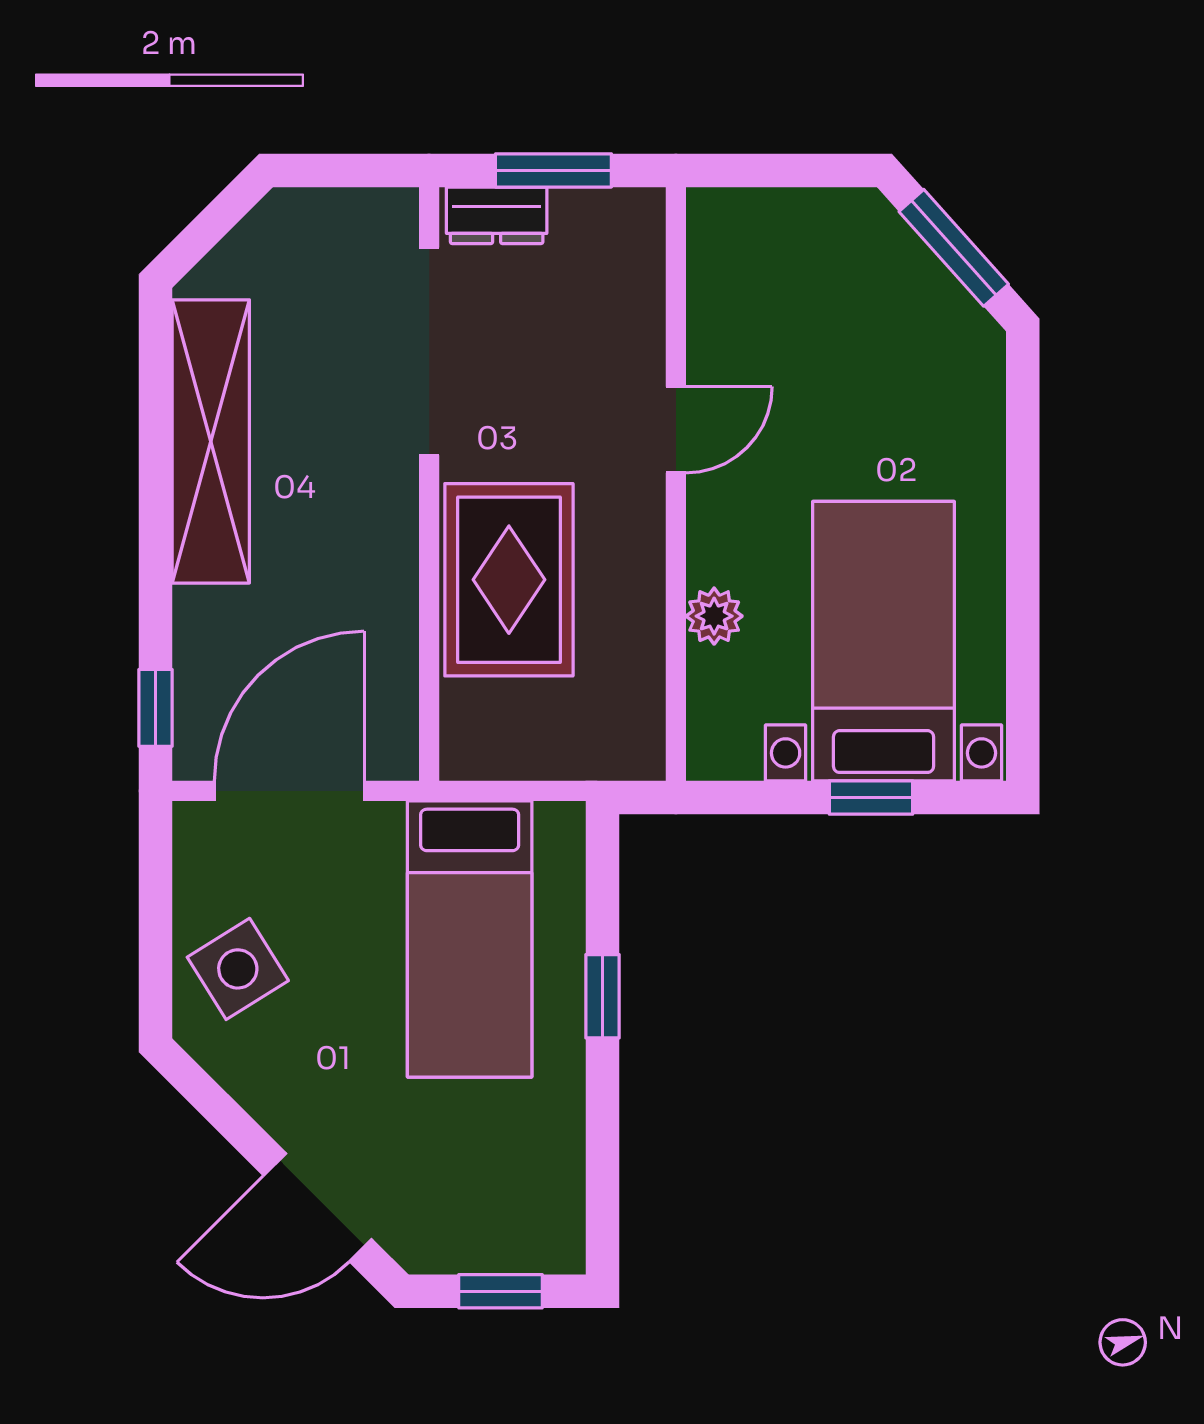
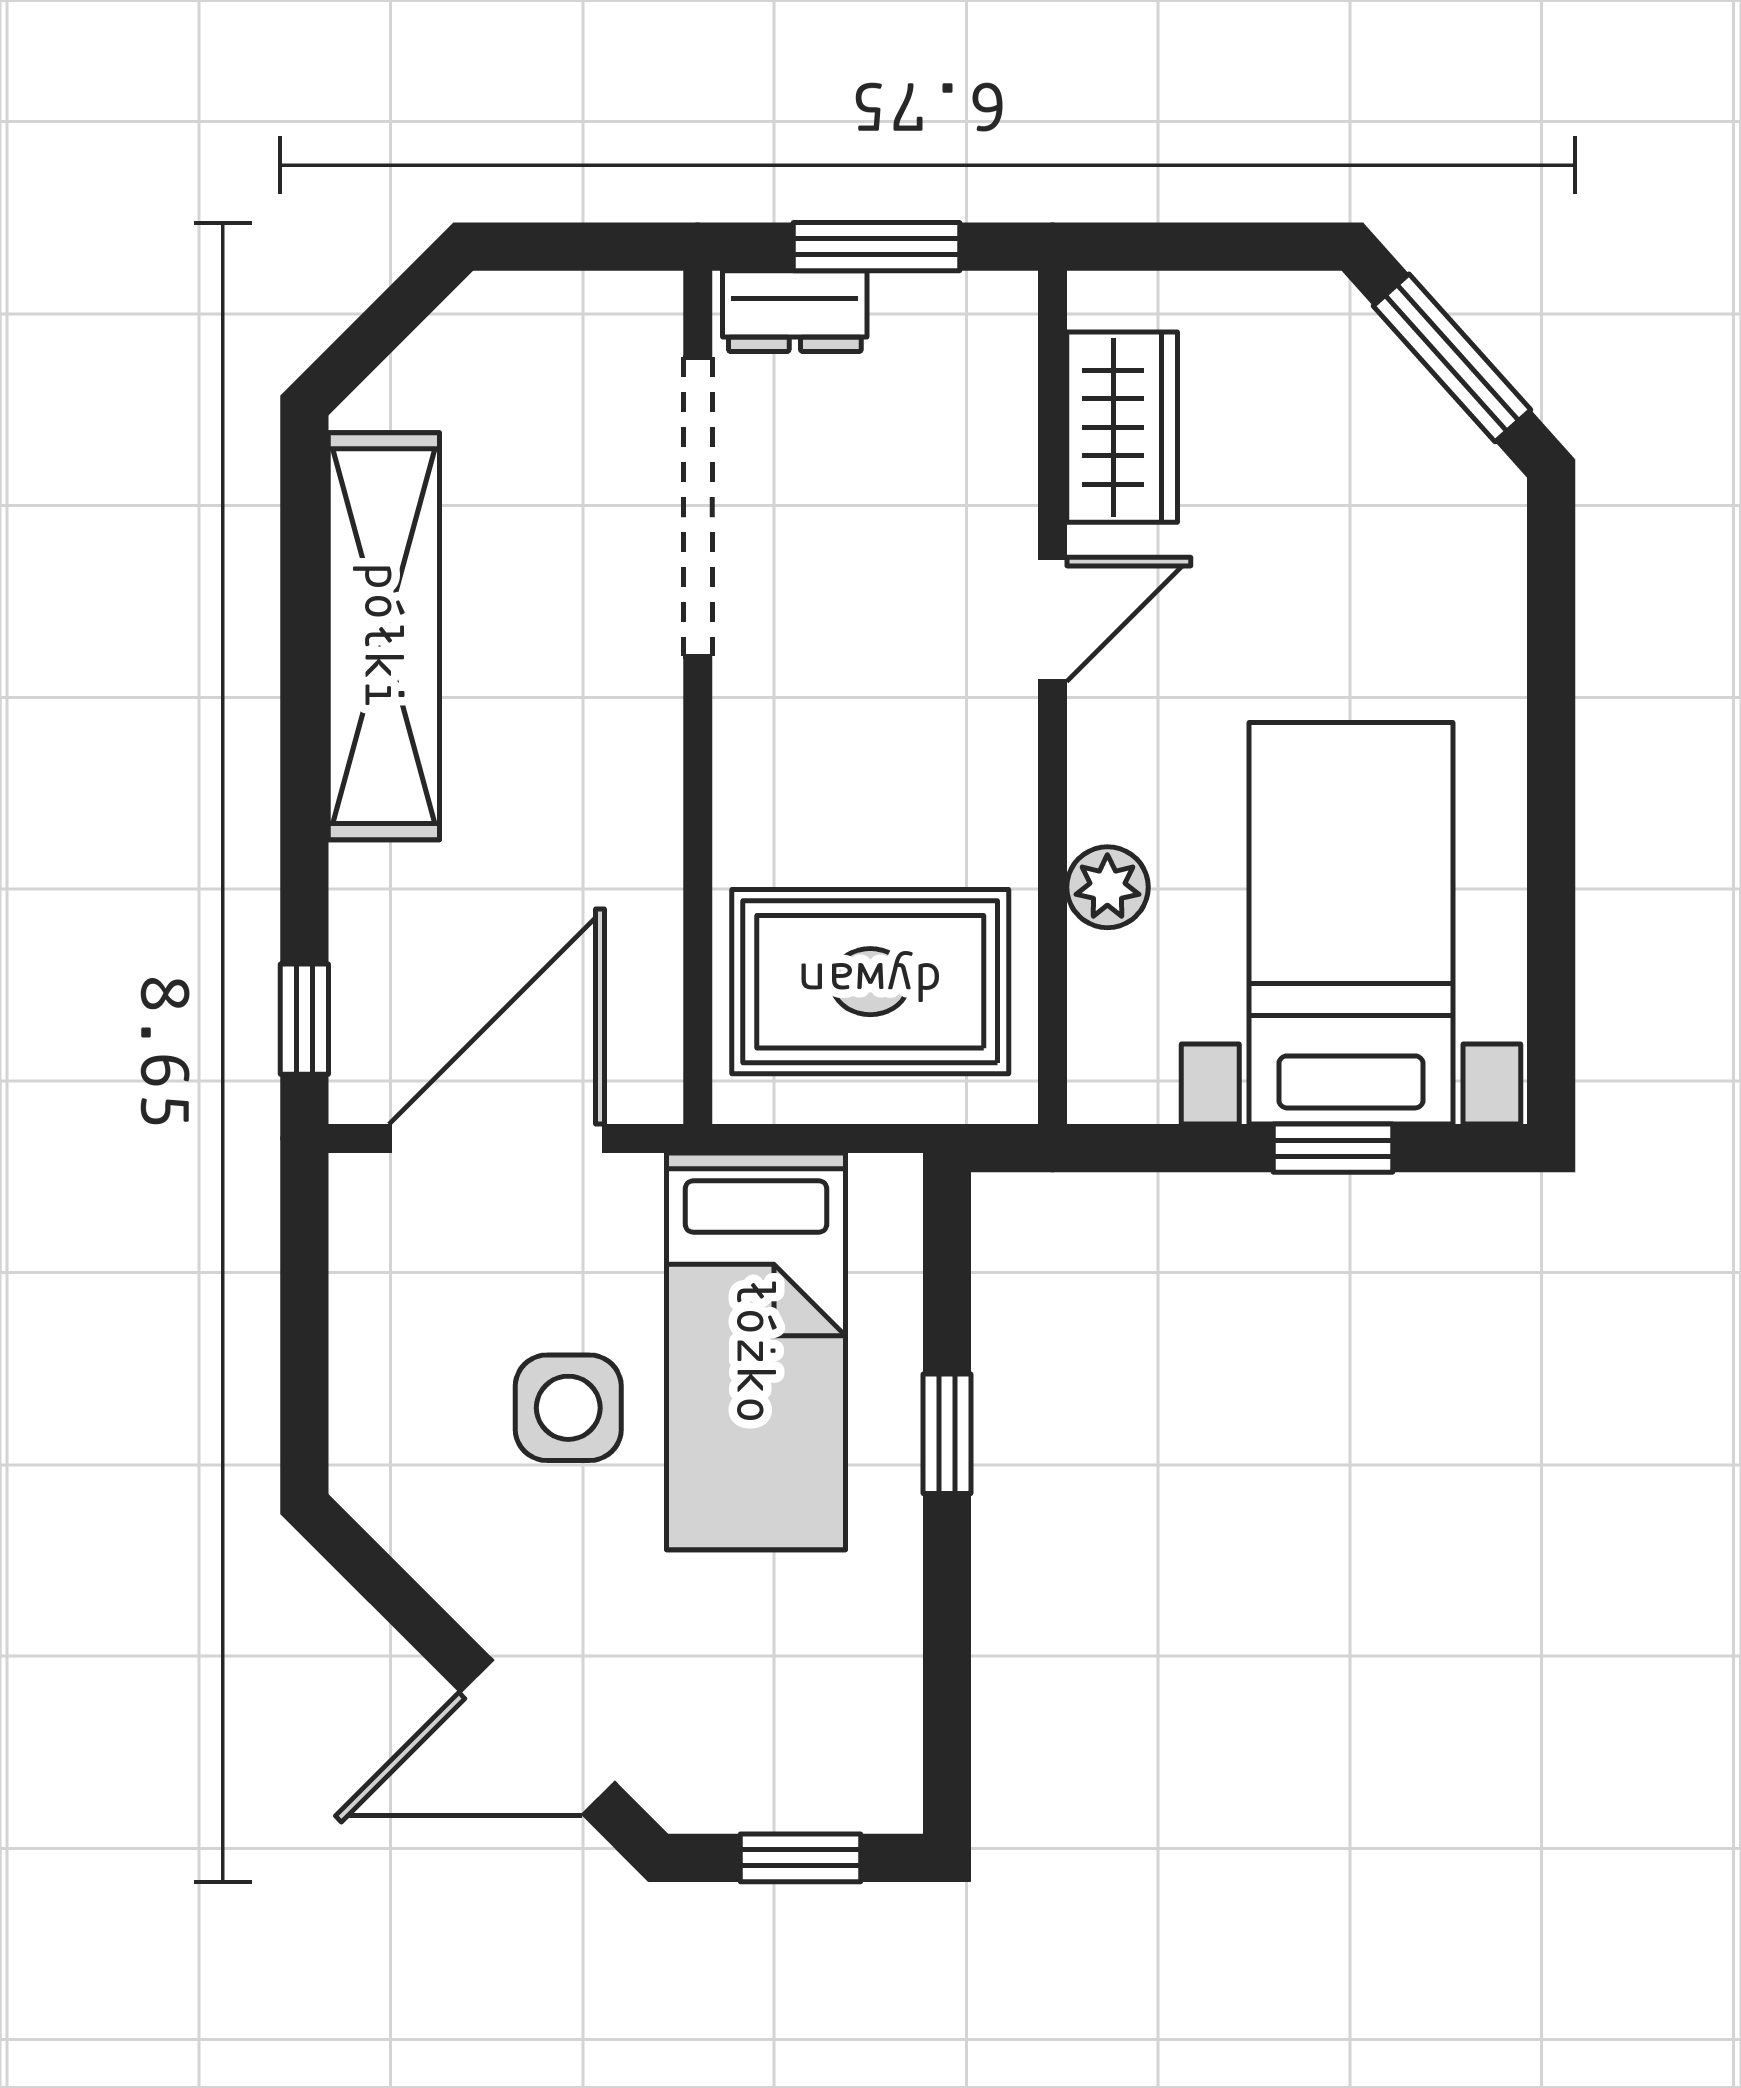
wardrobe: (724, 296) -> (1122, 427), added
rug: (509, 580) -> (870, 982), moved, turned 90
side table: (238, 969) -> (568, 1408), moved, turned 32

